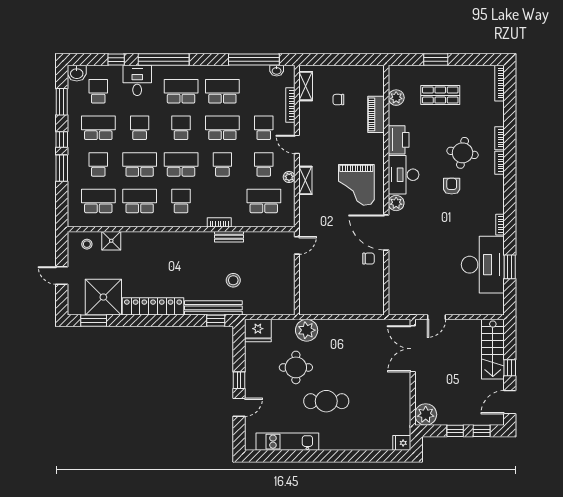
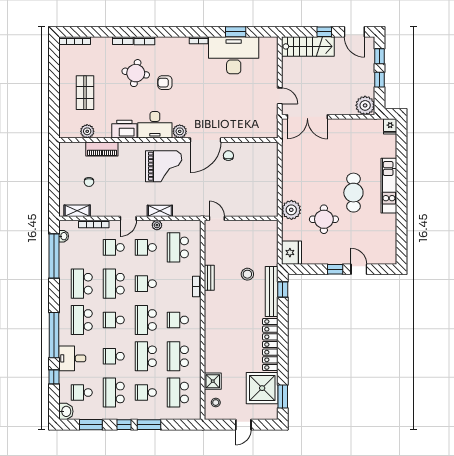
window: (436, 60) -> (54, 97), removed
kitchen unit: (287, 442) -> (389, 186), moved

